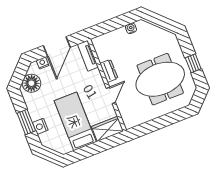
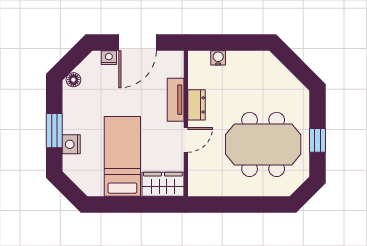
water cooler: (131, 28) -> (218, 58), moved
tv unit: (88, 56) -> (176, 100), moved
floor lamp: (31, 83) -> (73, 80), width x0.53, depth x0.53

